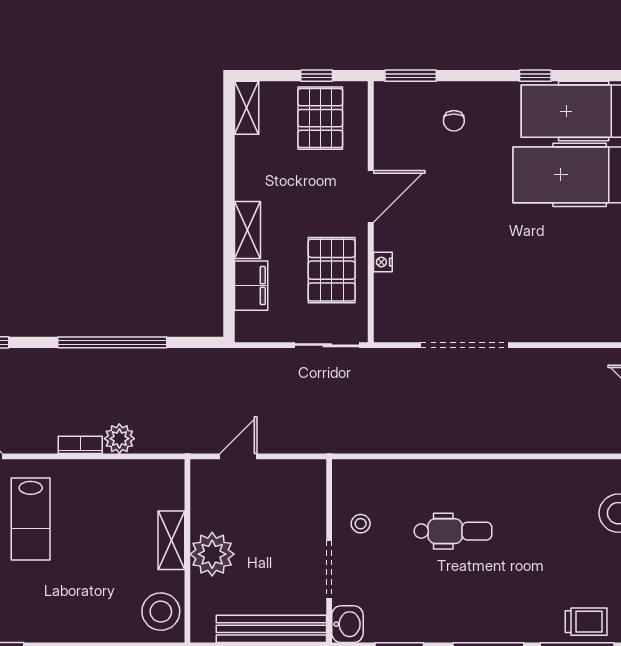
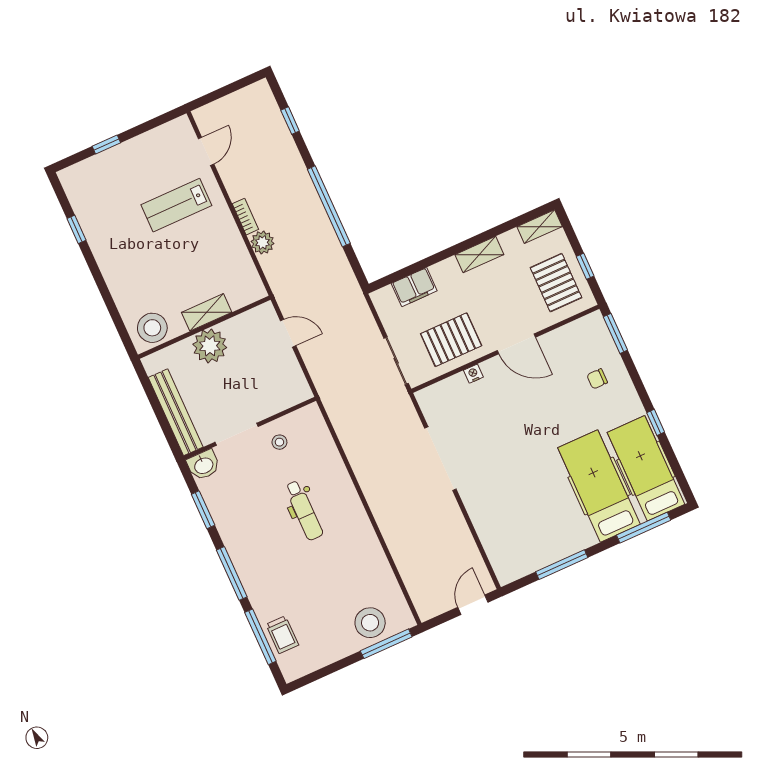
pallet: (320, 118) -> (556, 283), turned 90
shelving: (247, 230) -> (479, 255), moved

